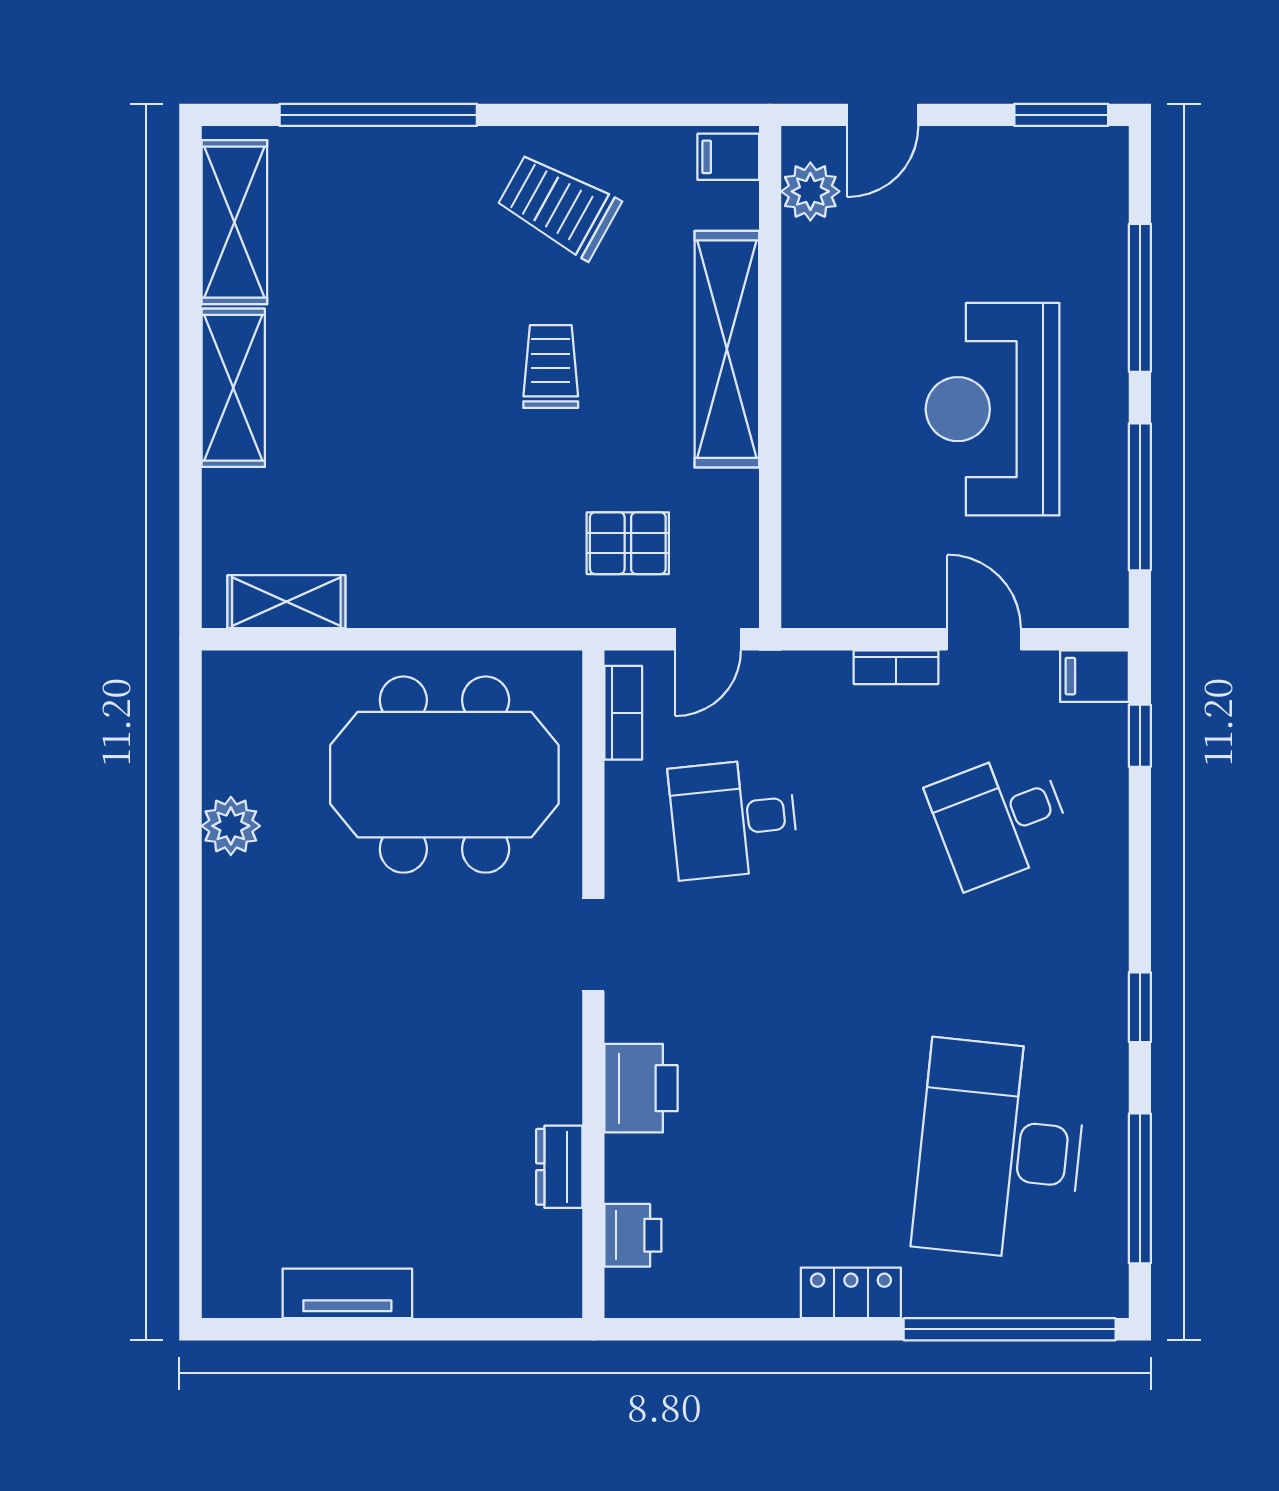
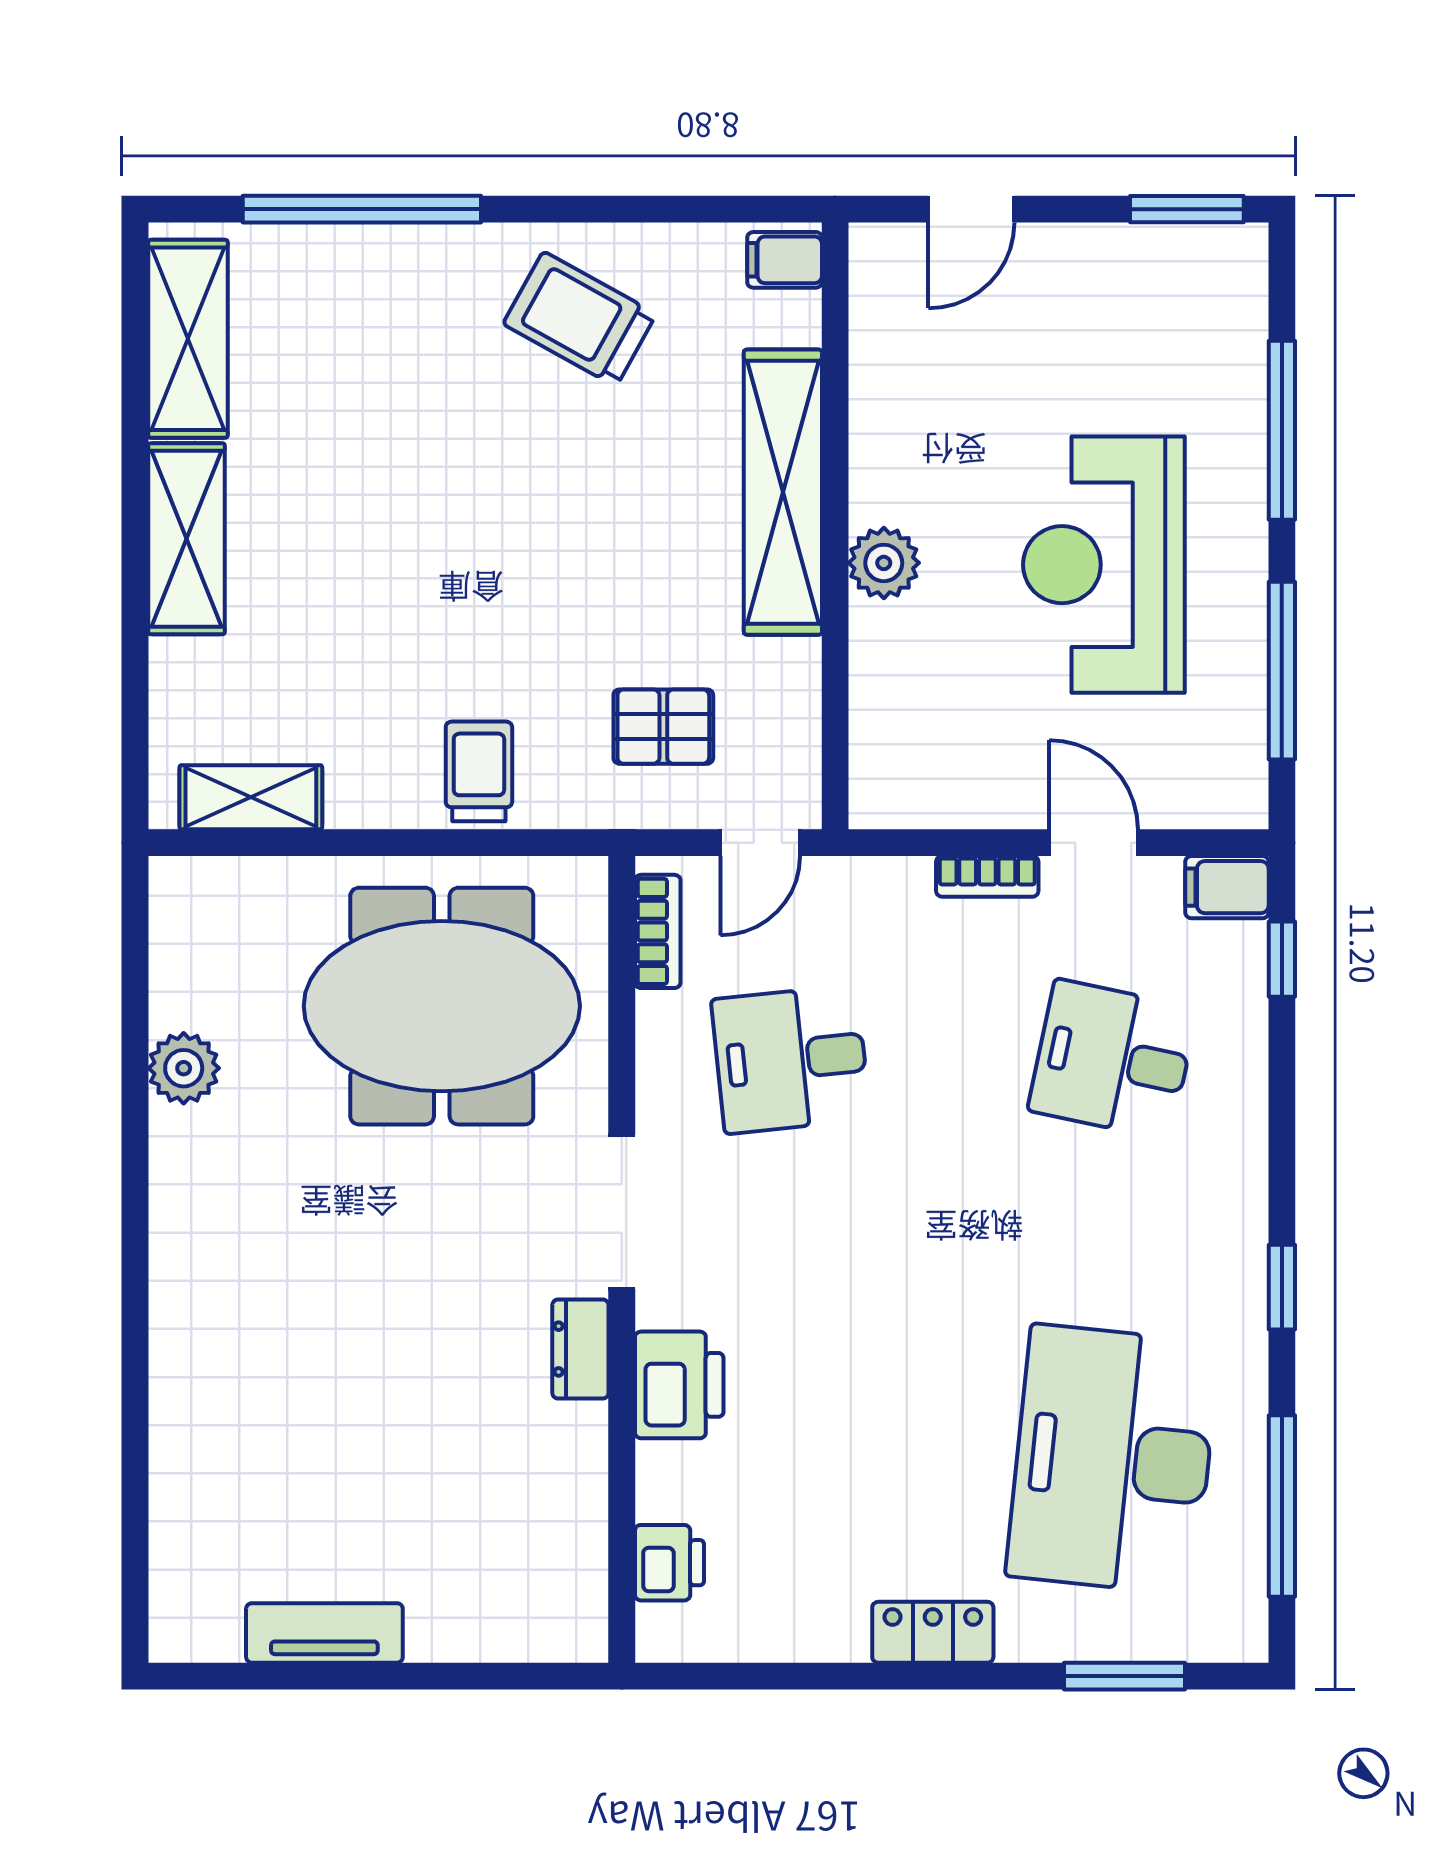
plant: (810, 191) -> (884, 563), moved
trolley: (551, 367) -> (479, 771), moved
desk: (1000, 819) -> (1113, 1059), turned 33
doorway: (593, 945) -> (622, 1212), width x1.38
dresser: (559, 1167) -> (580, 1349), moved
window: (1010, 1329) -> (1125, 1676), width x0.47

